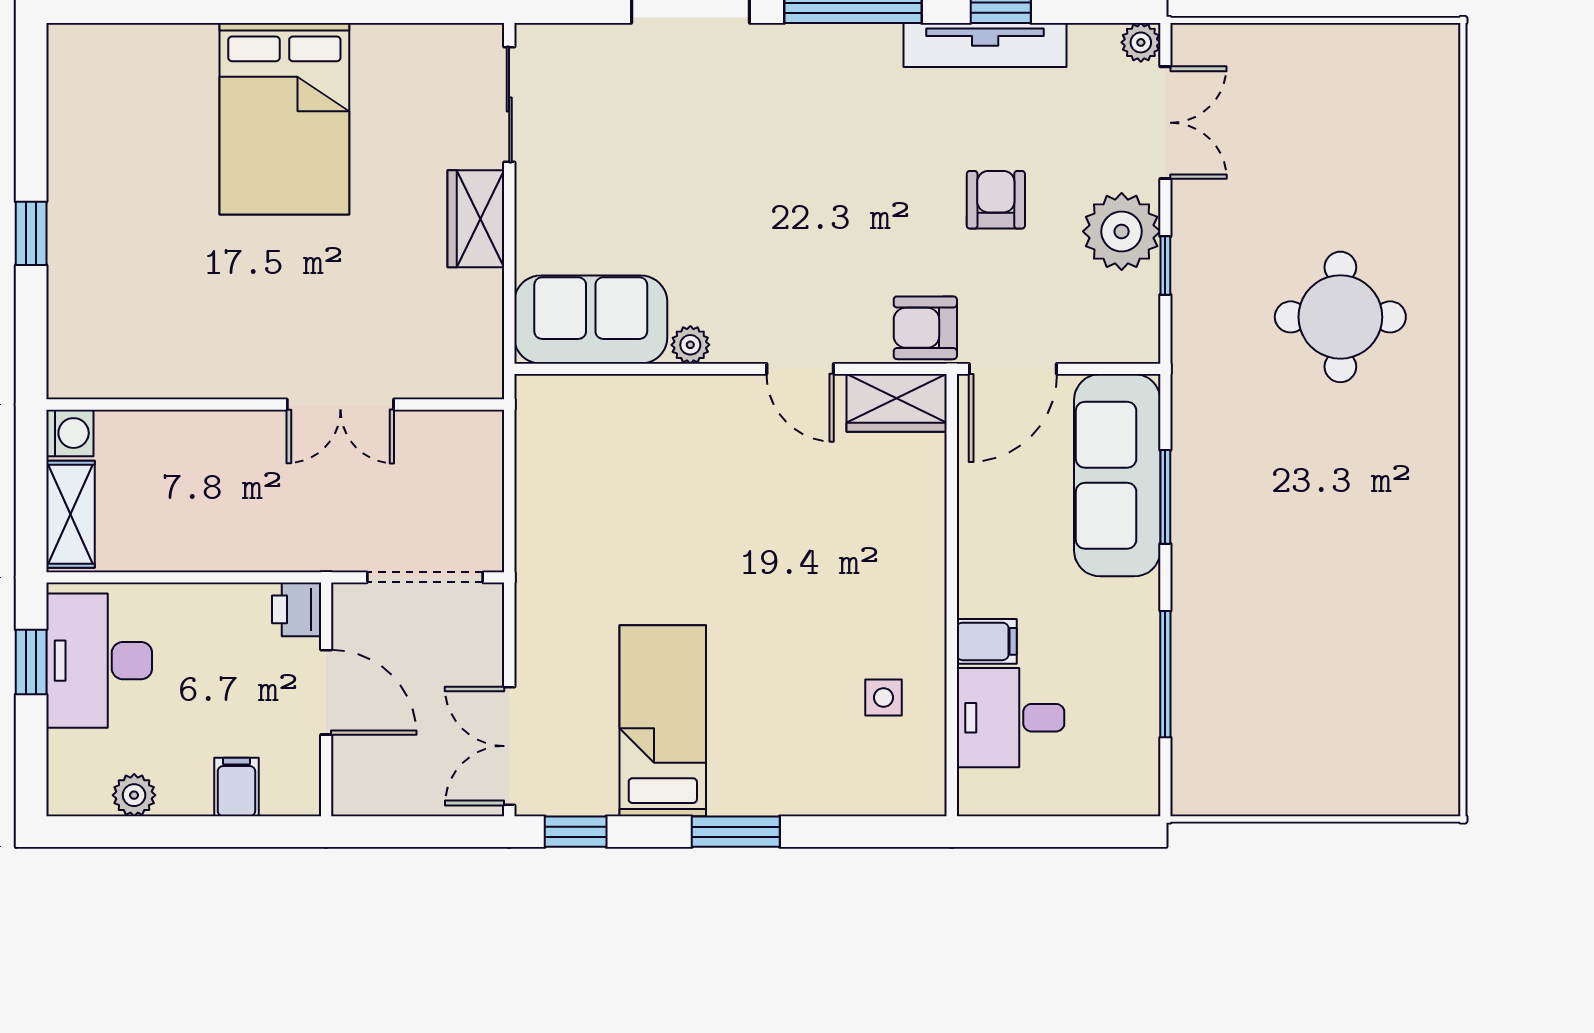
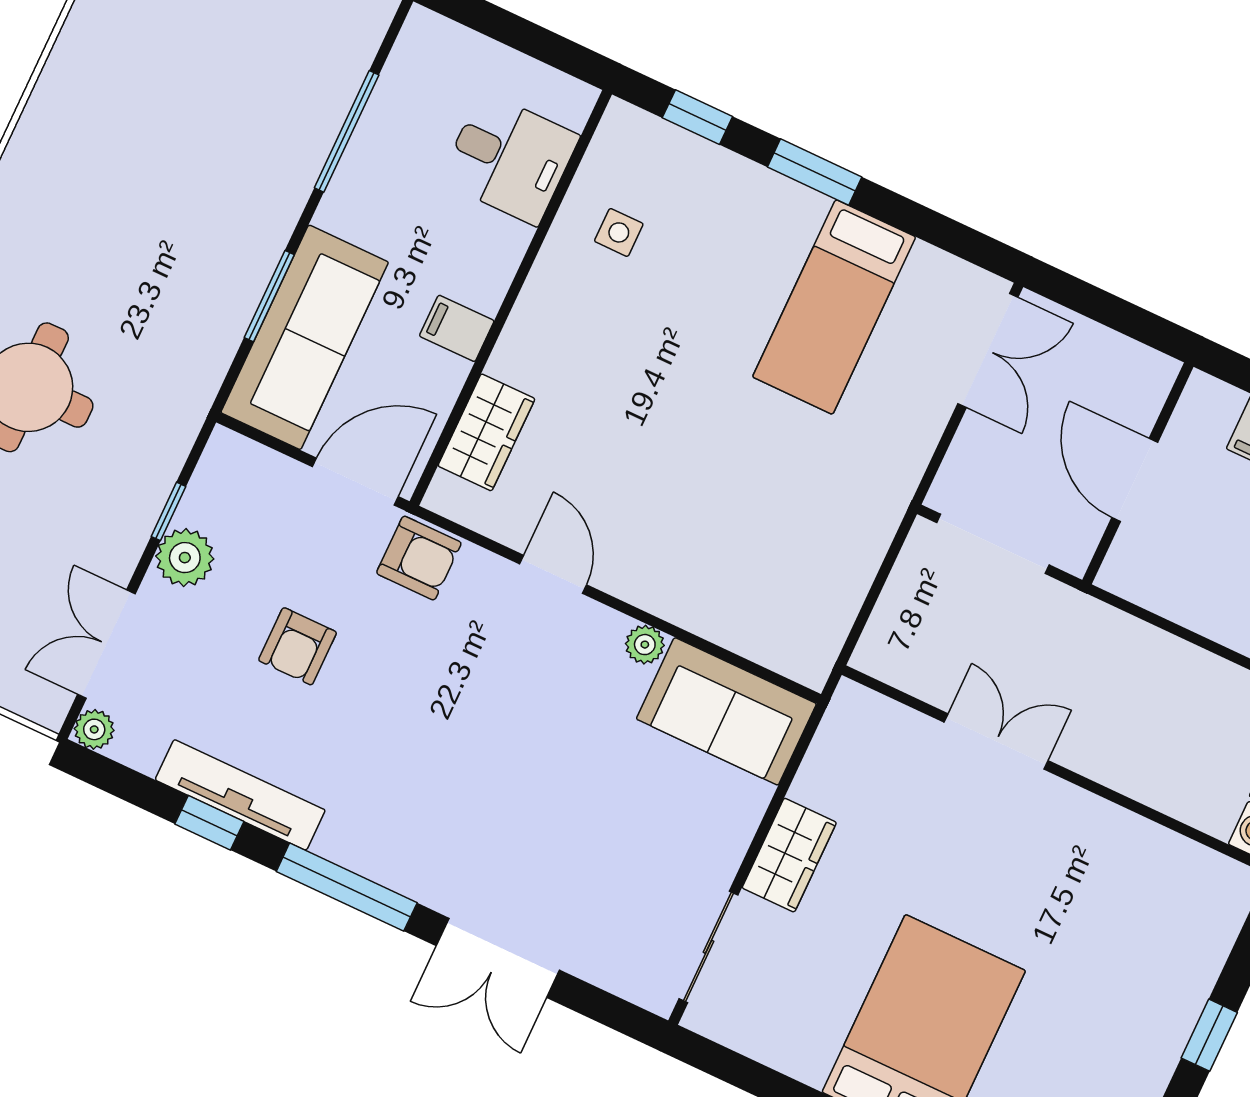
plant: (1122, 231) -> (185, 558), width x0.73, depth x0.73
wardrobe: (897, 403) -> (486, 432), moved, turned 90
printer: (297, 609) -> (1126, 570), removed
filing cabinet: (987, 641) -> (457, 328), moved
window: (576, 832) -> (697, 117), moved

